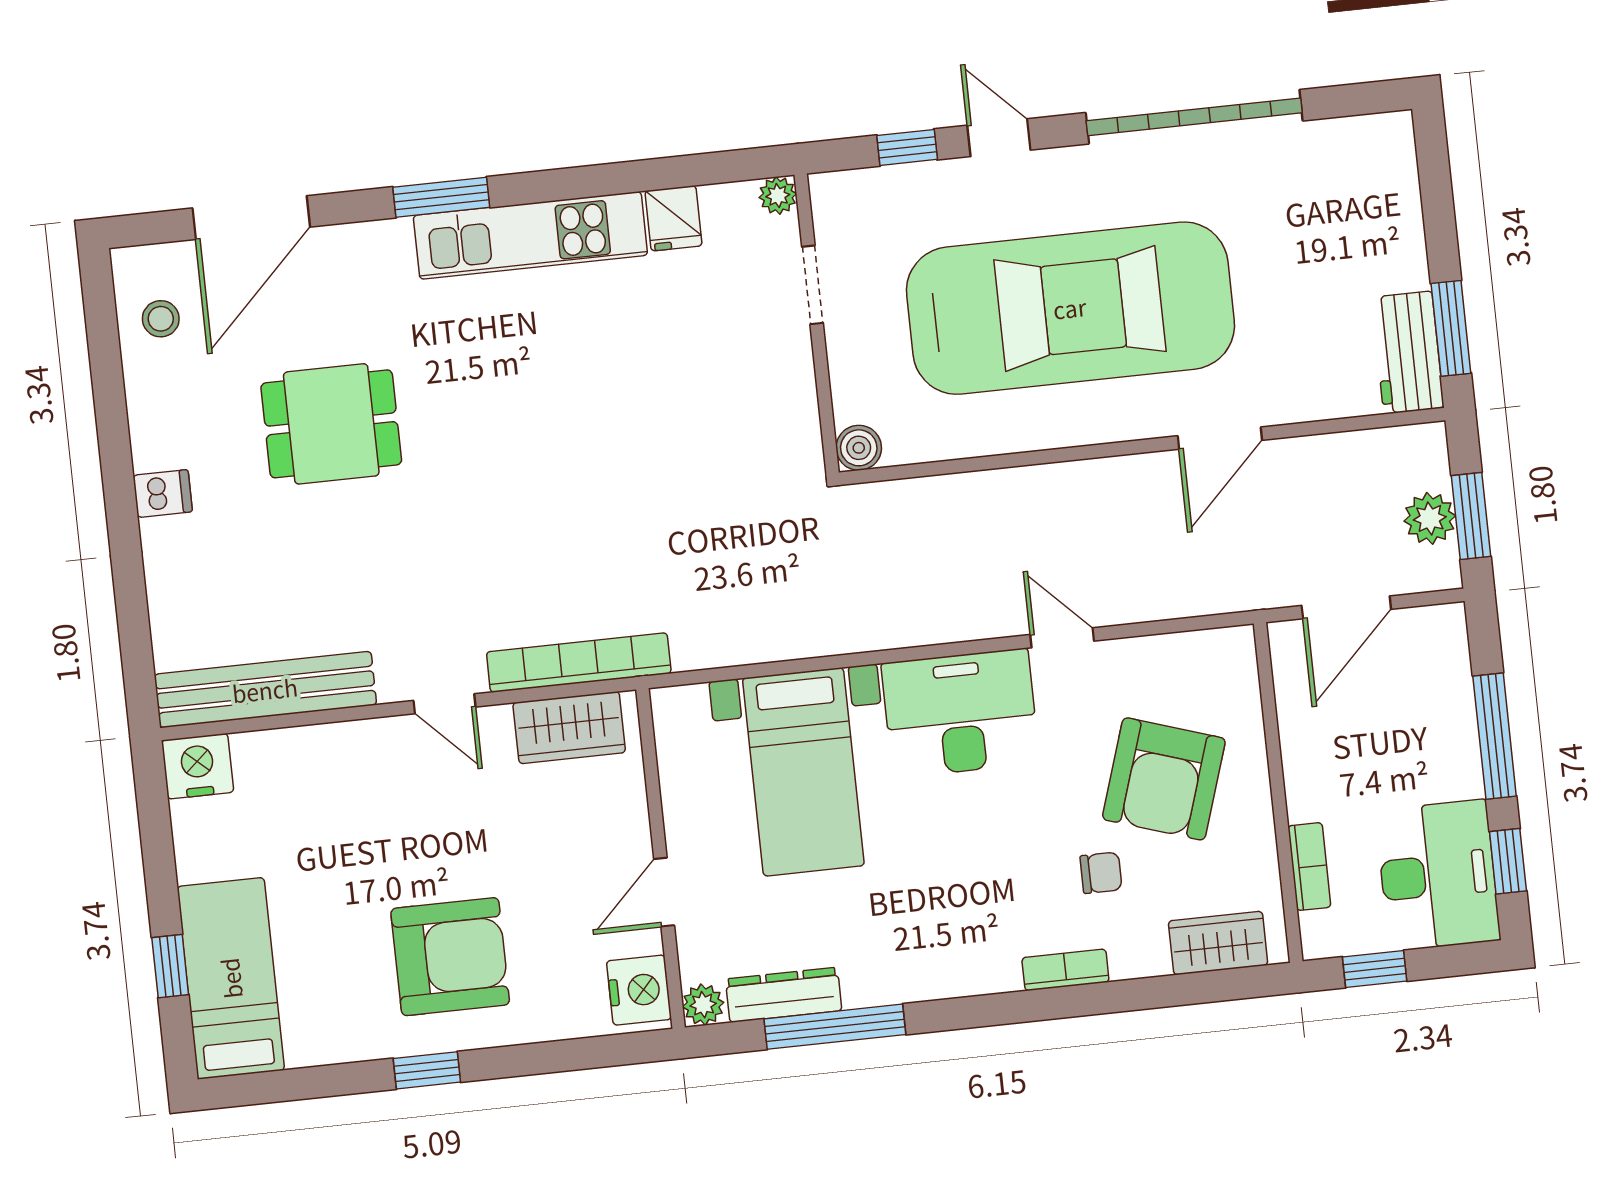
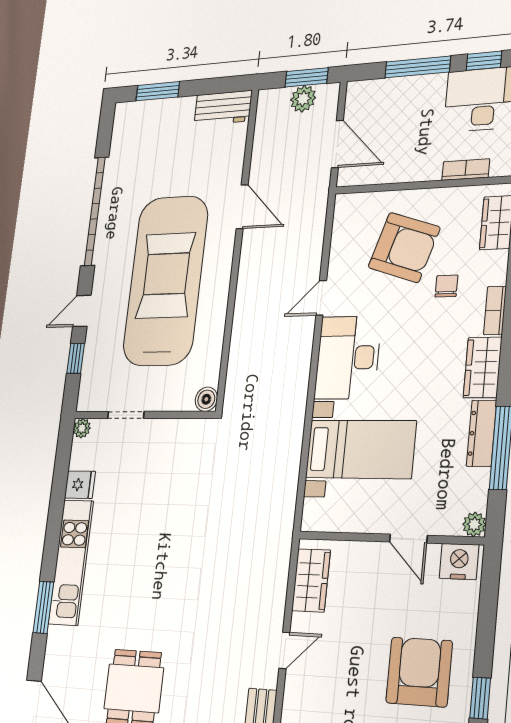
window: (1451, 328) -> (158, 91), moved
bookcase: (579, 663) -> (279, 569), removed
wardrobe: (966, 967) -> (483, 367), added
dresser: (784, 995) -> (482, 433), moved

